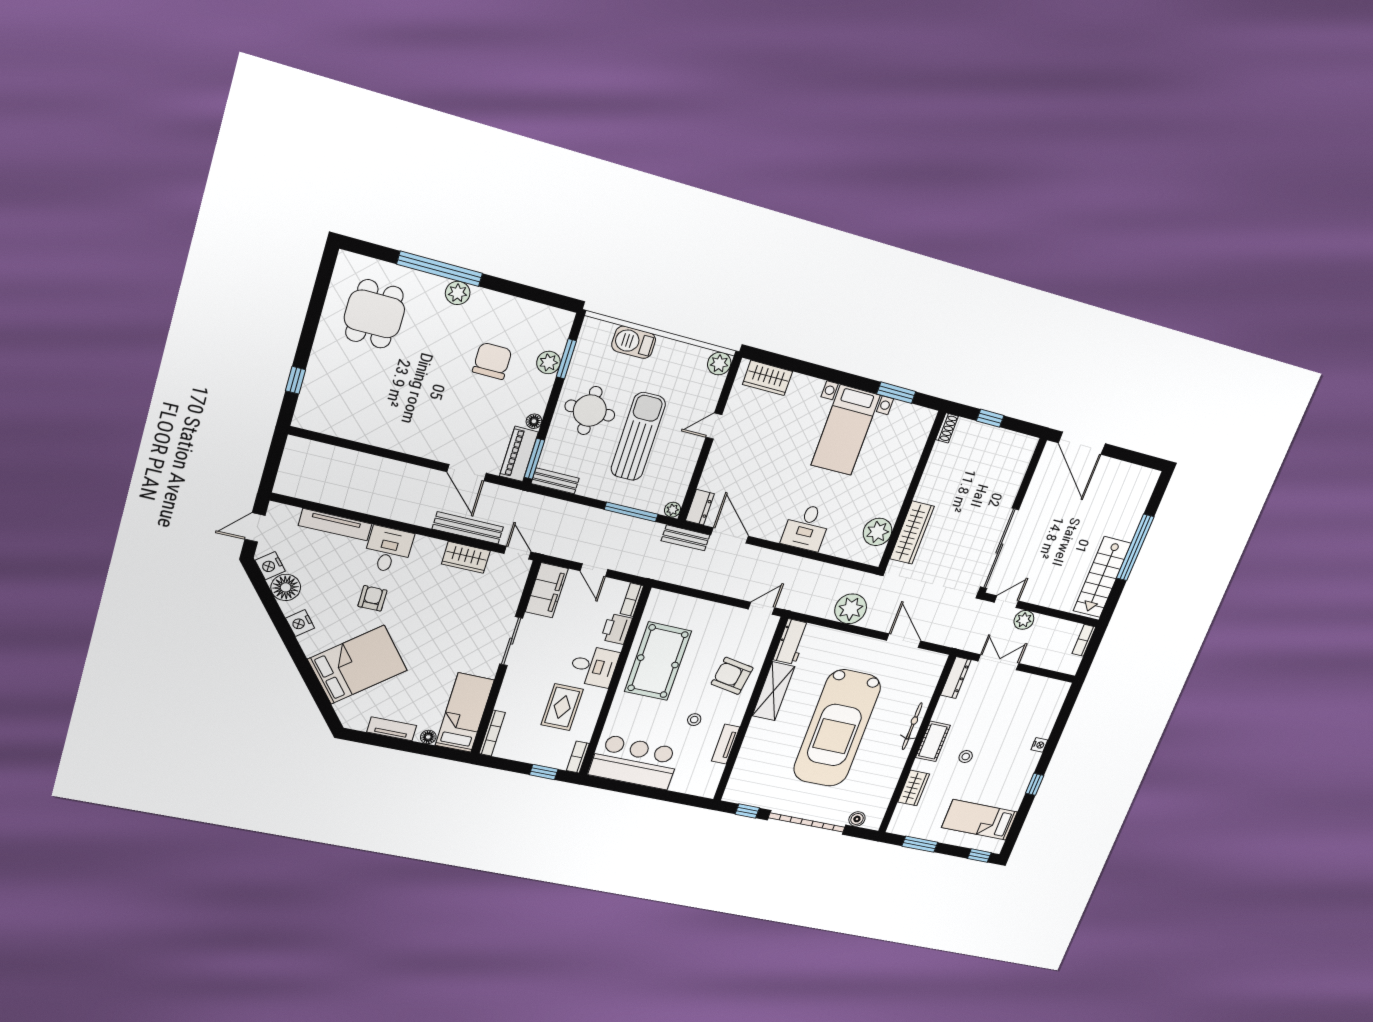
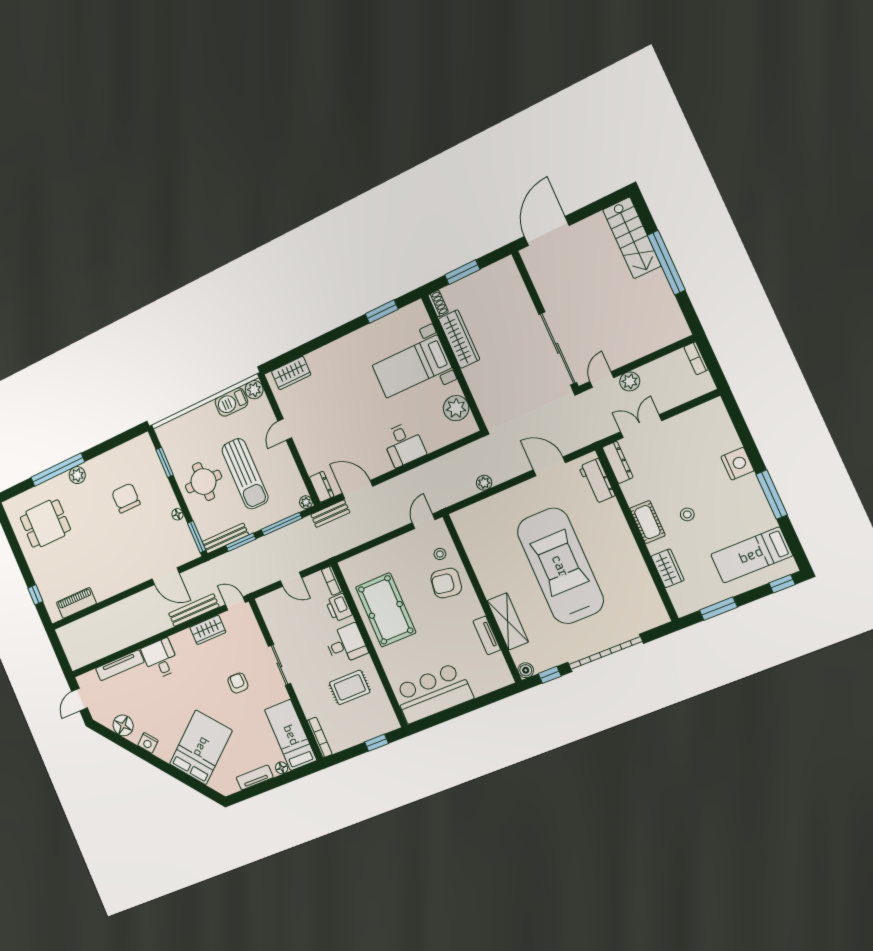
dining table: (374, 314) -> (45, 524), turned 90
barbecue: (634, 342) -> (231, 402), moved
plant: (548, 363) -> (157, 473), removed
window: (990, 418) -> (462, 272), width x1.50
bed with nightstands: (846, 430) -> (412, 367), moved, turned 90
sun lounger: (638, 437) -> (245, 474), turned 180
door: (1082, 443) -> (547, 231), swing flipped
piano: (519, 454) -> (76, 603), moved, turned 90
bench: (555, 481) -> (225, 538), width x1.36
window: (575, 499) -> (241, 542), added
wardrobe: (912, 533) -> (459, 339), moved
nightstand: (270, 566) -> (105, 718), removed
stairs: (1102, 577) -> (632, 238), moved
filing cabinet: (547, 590) -> (273, 615), removed
armchair: (372, 598) -> (238, 683), moved
plant: (851, 609) -> (484, 483), width x0.53, depth x0.53
workbench: (791, 642) -> (597, 481), moved, turned 180
shelving: (773, 691) -> (508, 621), moved
rug: (562, 707) -> (350, 687), turned 90
stool: (694, 720) -> (440, 554), moved
bicycle: (912, 726) -> (619, 523), removed
car: (837, 728) -> (560, 566), turned 180
nightstand: (1039, 745) -> (737, 464), width x1.89, depth x1.79
bookcase: (578, 757) -> (390, 716), removed
window: (1035, 784) -> (772, 494), width x2.17
boiler: (857, 819) -> (526, 670), moved

